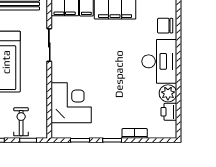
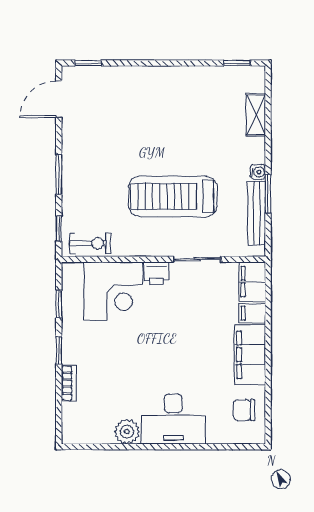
chair: (165, 26) -> (244, 410), moved, turned -90
printer: (169, 112) -> (156, 273), moved, turned 180
exercise bike: (21, 122) -> (90, 243), moved

